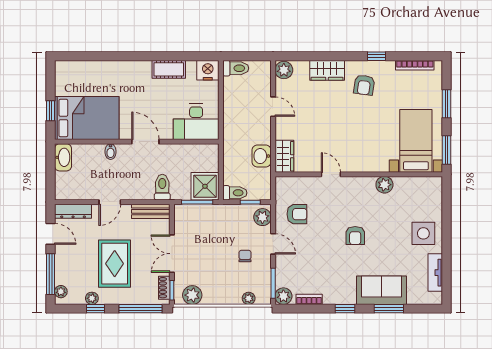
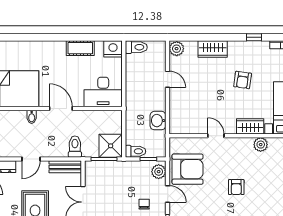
armchair: (364, 85) -> (243, 80), moved
wardrobe: (284, 156) -> (250, 126), moved, turned -90
armchair: (297, 214) -> (188, 169), width x1.88, depth x1.88

